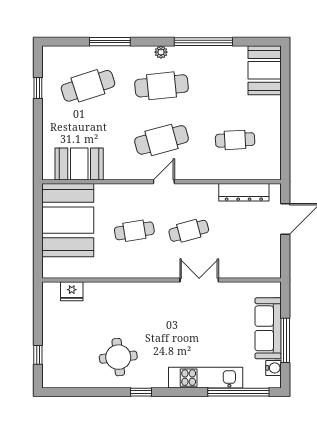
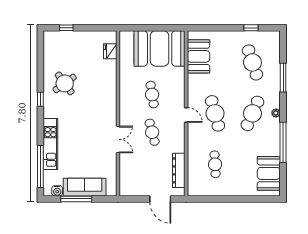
booth: (265, 70) -> (269, 173), moved, turned 90
cafe table: (162, 86) -> (252, 113), turned 30
round table: (118, 357) -> (65, 83), turned -30

